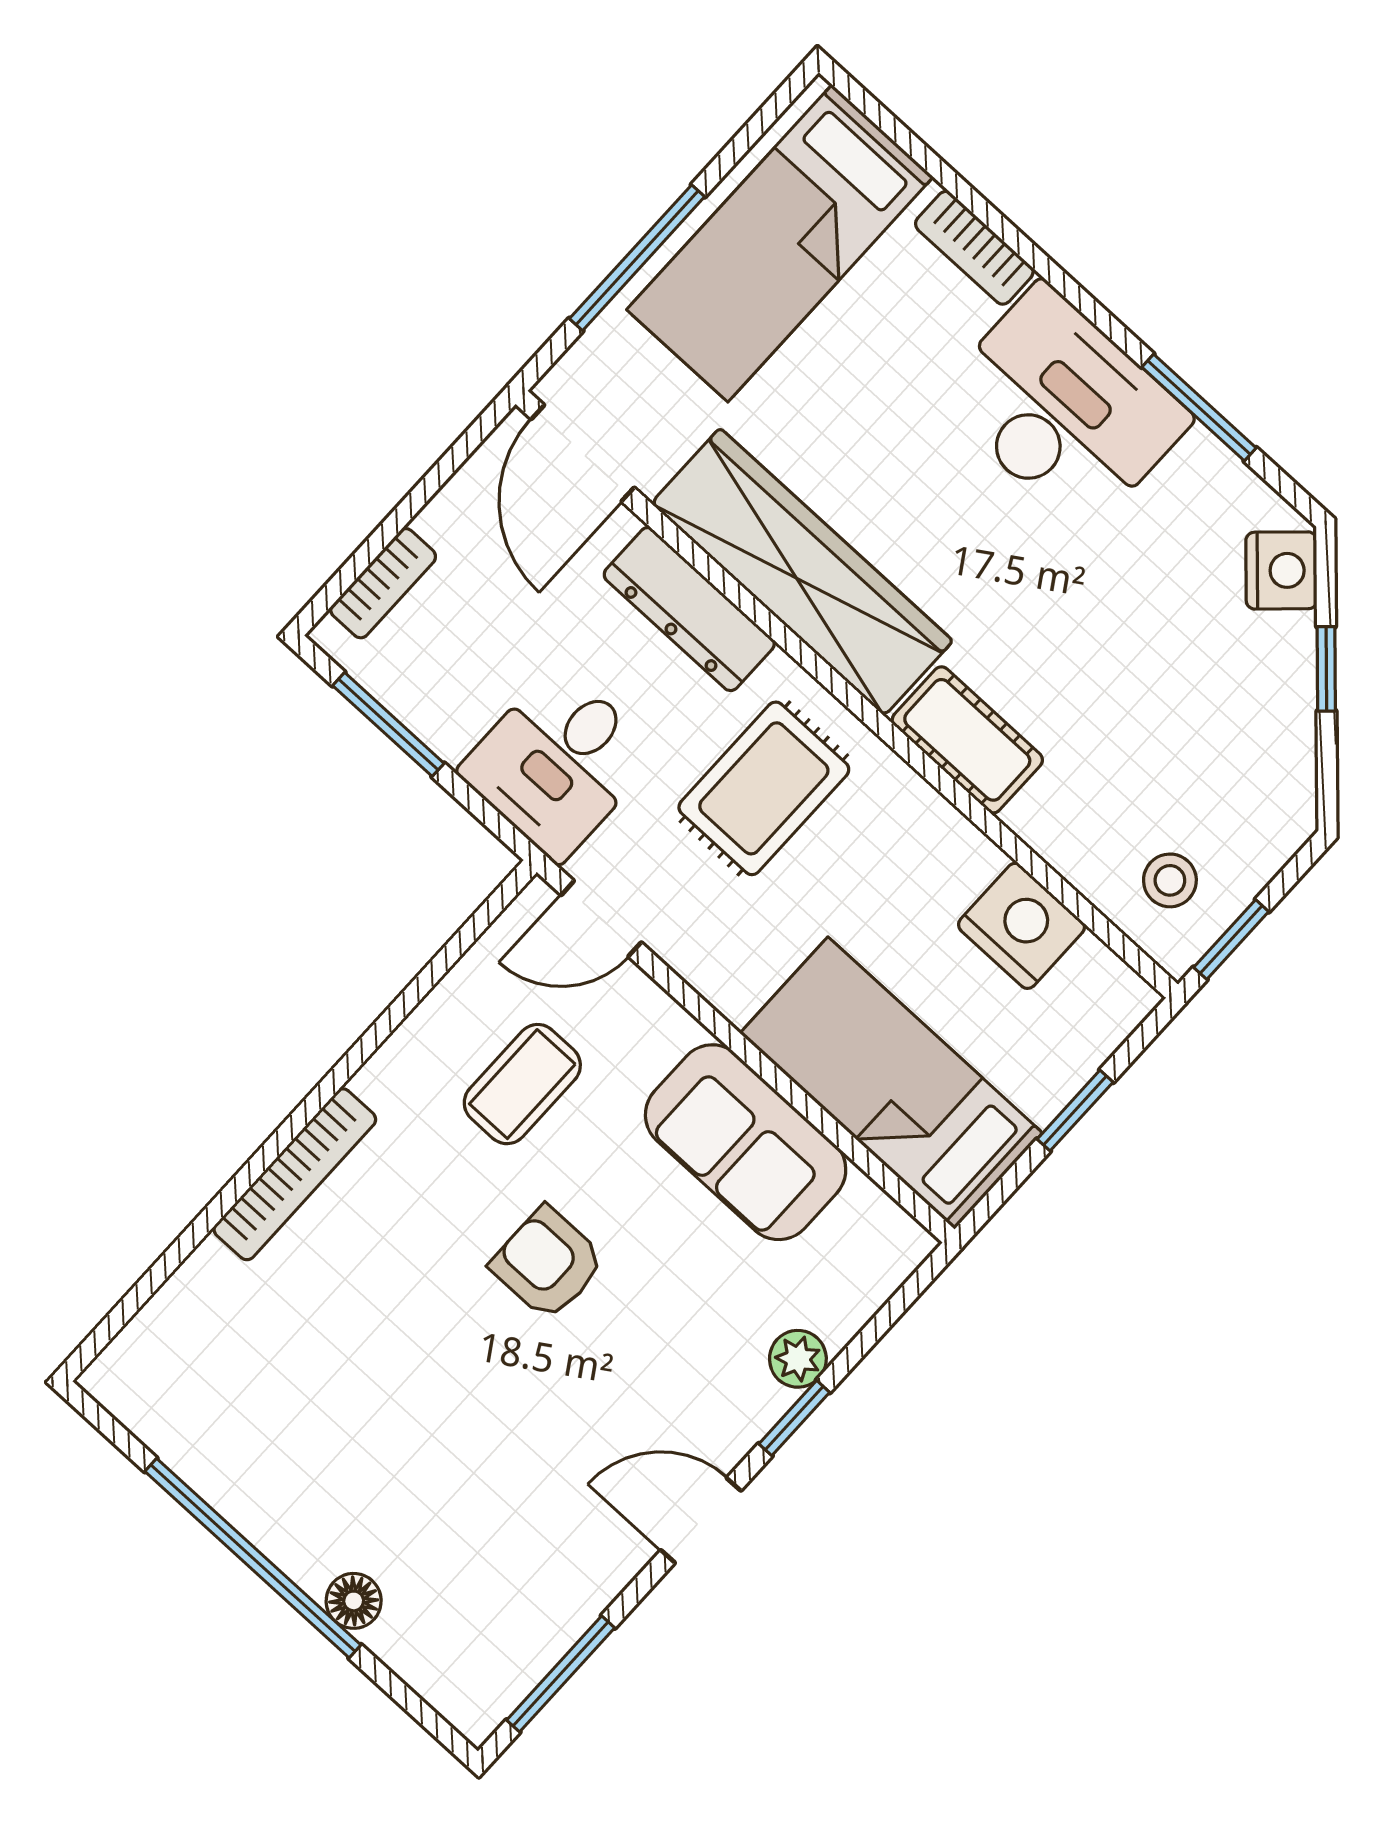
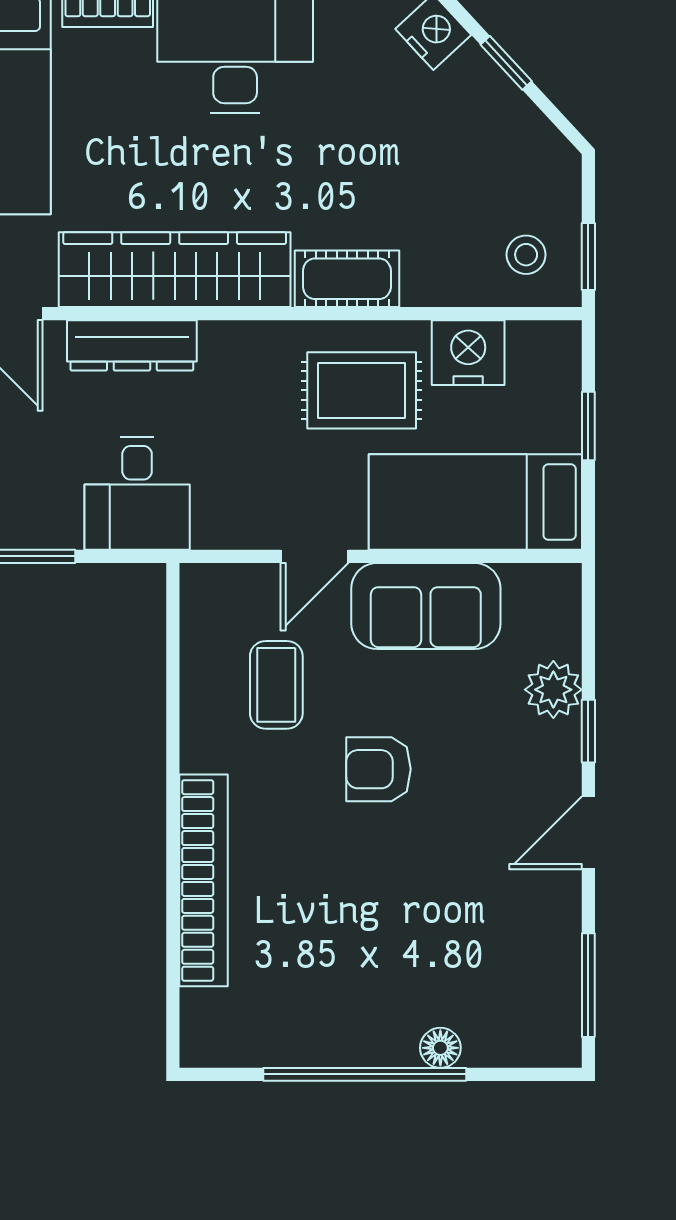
rug: (764, 788) -> (362, 390), moved, turned 90
door: (601, 919) -> (315, 556), moved
bookcase: (295, 1174) -> (203, 880), width x1.48, depth x1.31
plant: (798, 1359) -> (553, 690), width x1.38, depth x1.38

